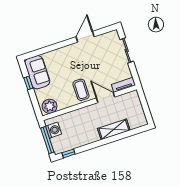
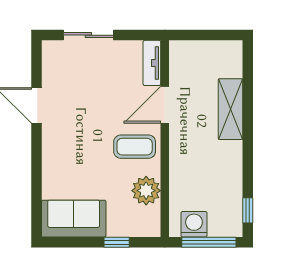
window: (28, 83) -> (117, 242), moved
plant: (50, 106) -> (146, 191), moved

